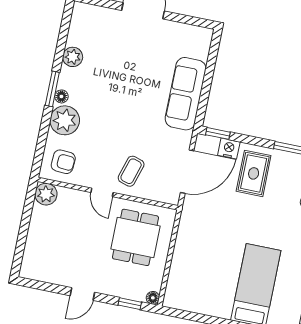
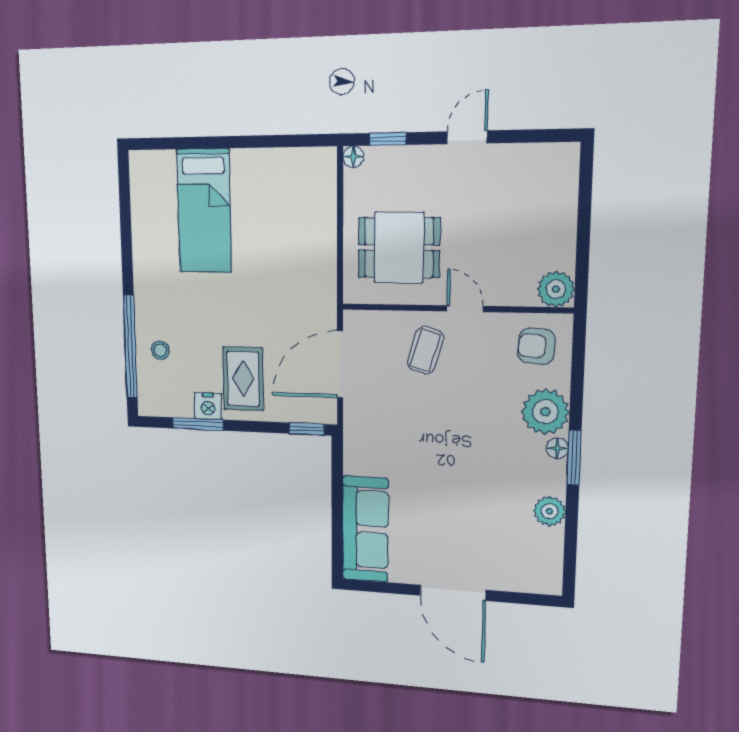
sofa: (186, 94) -> (365, 529), moved
nightstand: (229, 149) -> (208, 406), moved
dining table: (135, 237) -> (399, 248), turned 90

